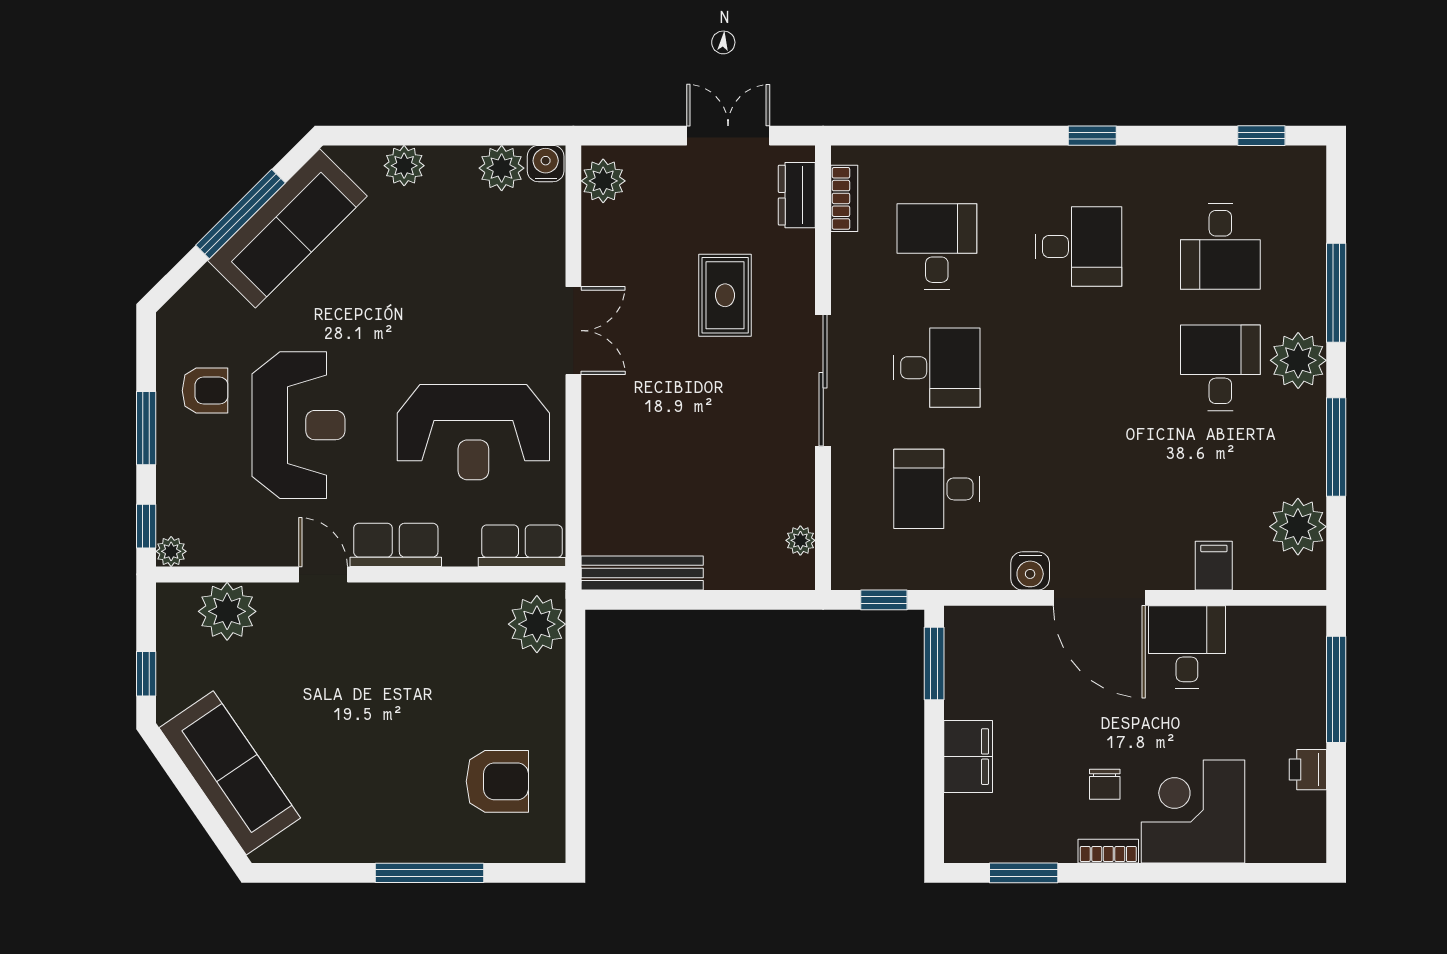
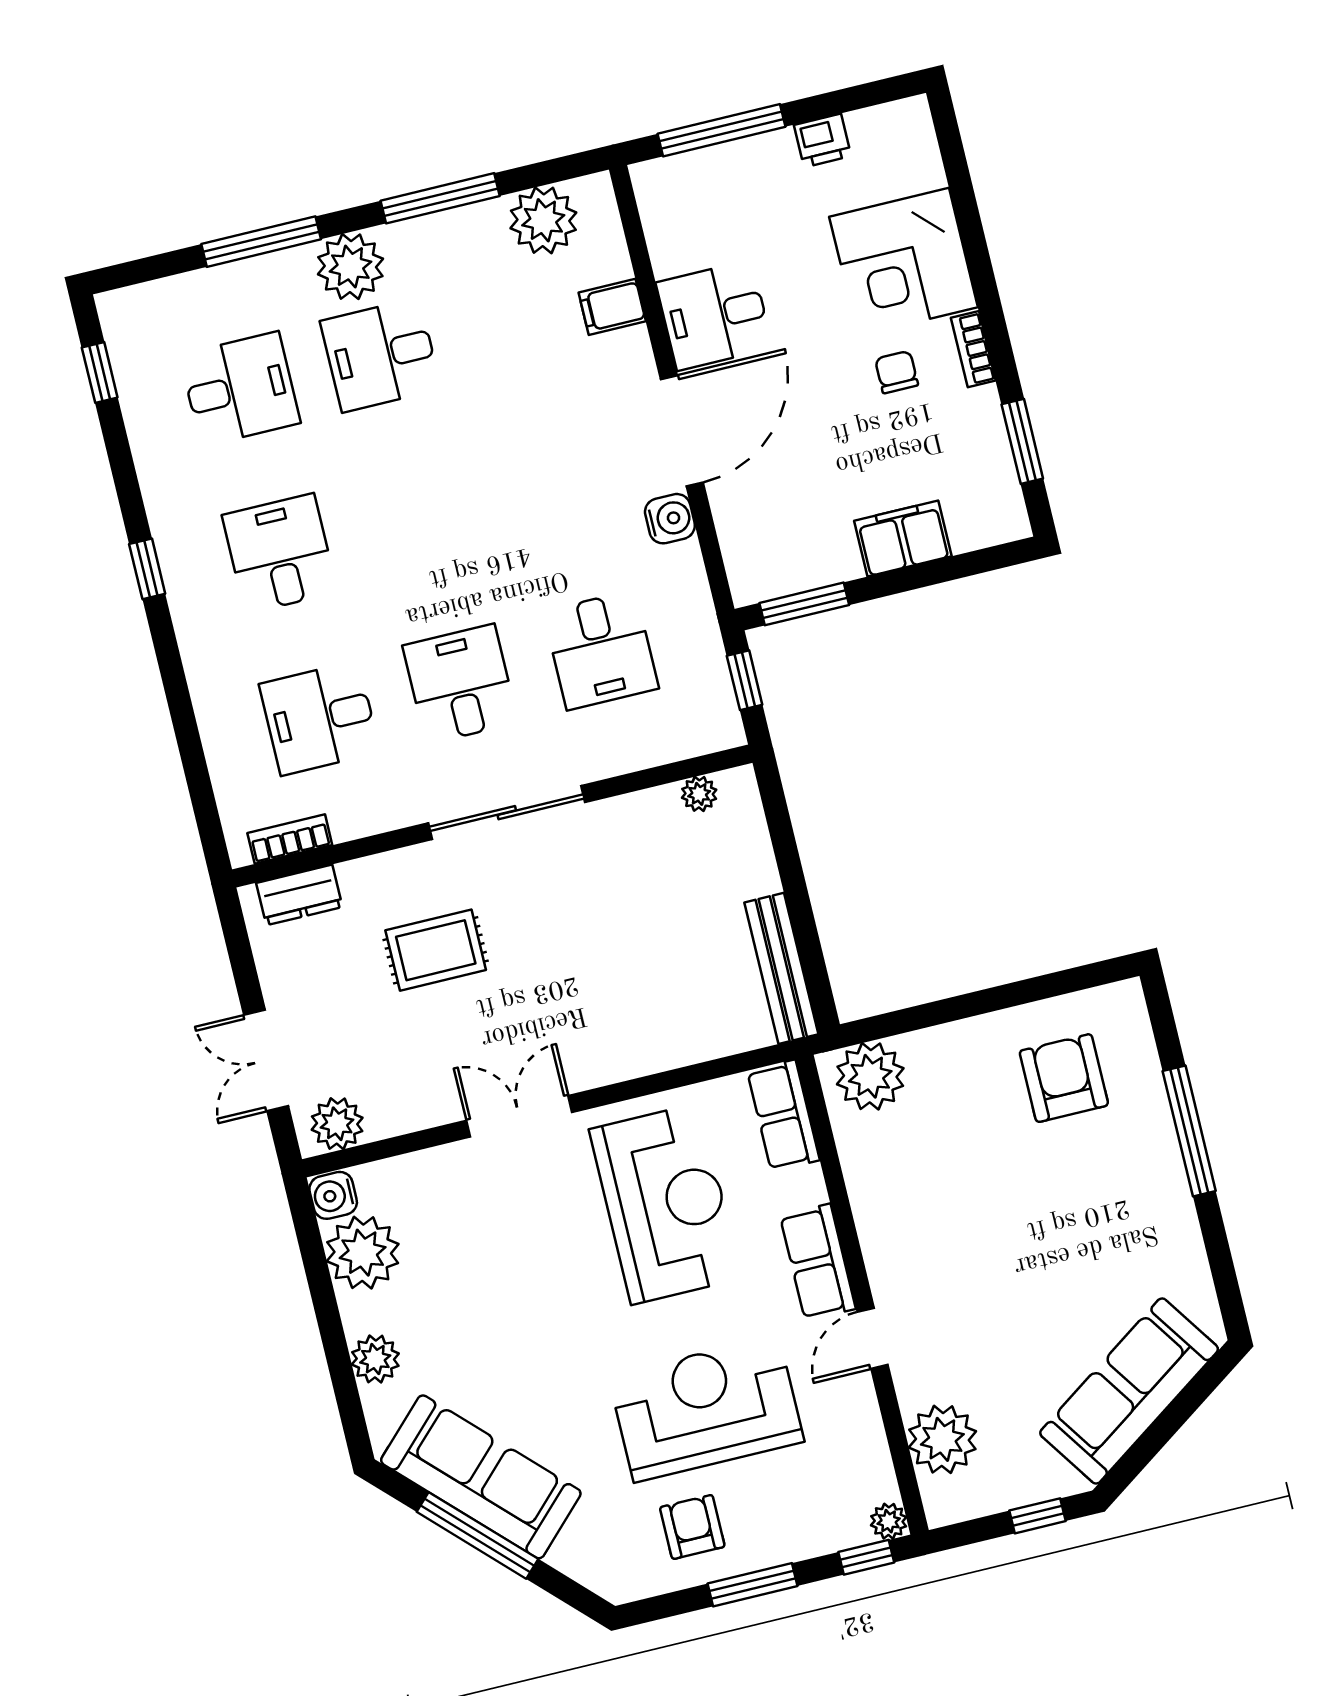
double door: (728, 136) -> (266, 1060), moved
plant: (502, 168) -> (363, 1253), width x1.36, depth x1.36
chair: (1105, 784) -> (897, 372), turned -90

